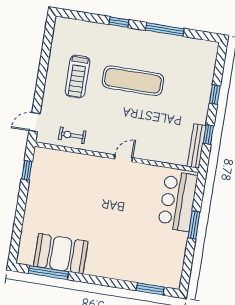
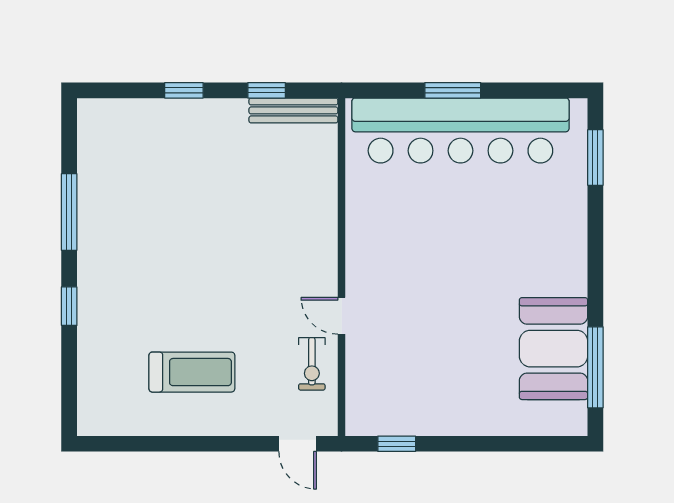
exercise mat: (133, 81) -> (183, 259), removed
door: (124, 158) -> (342, 316), moved
bar counter: (178, 201) -> (460, 130), width x1.86

